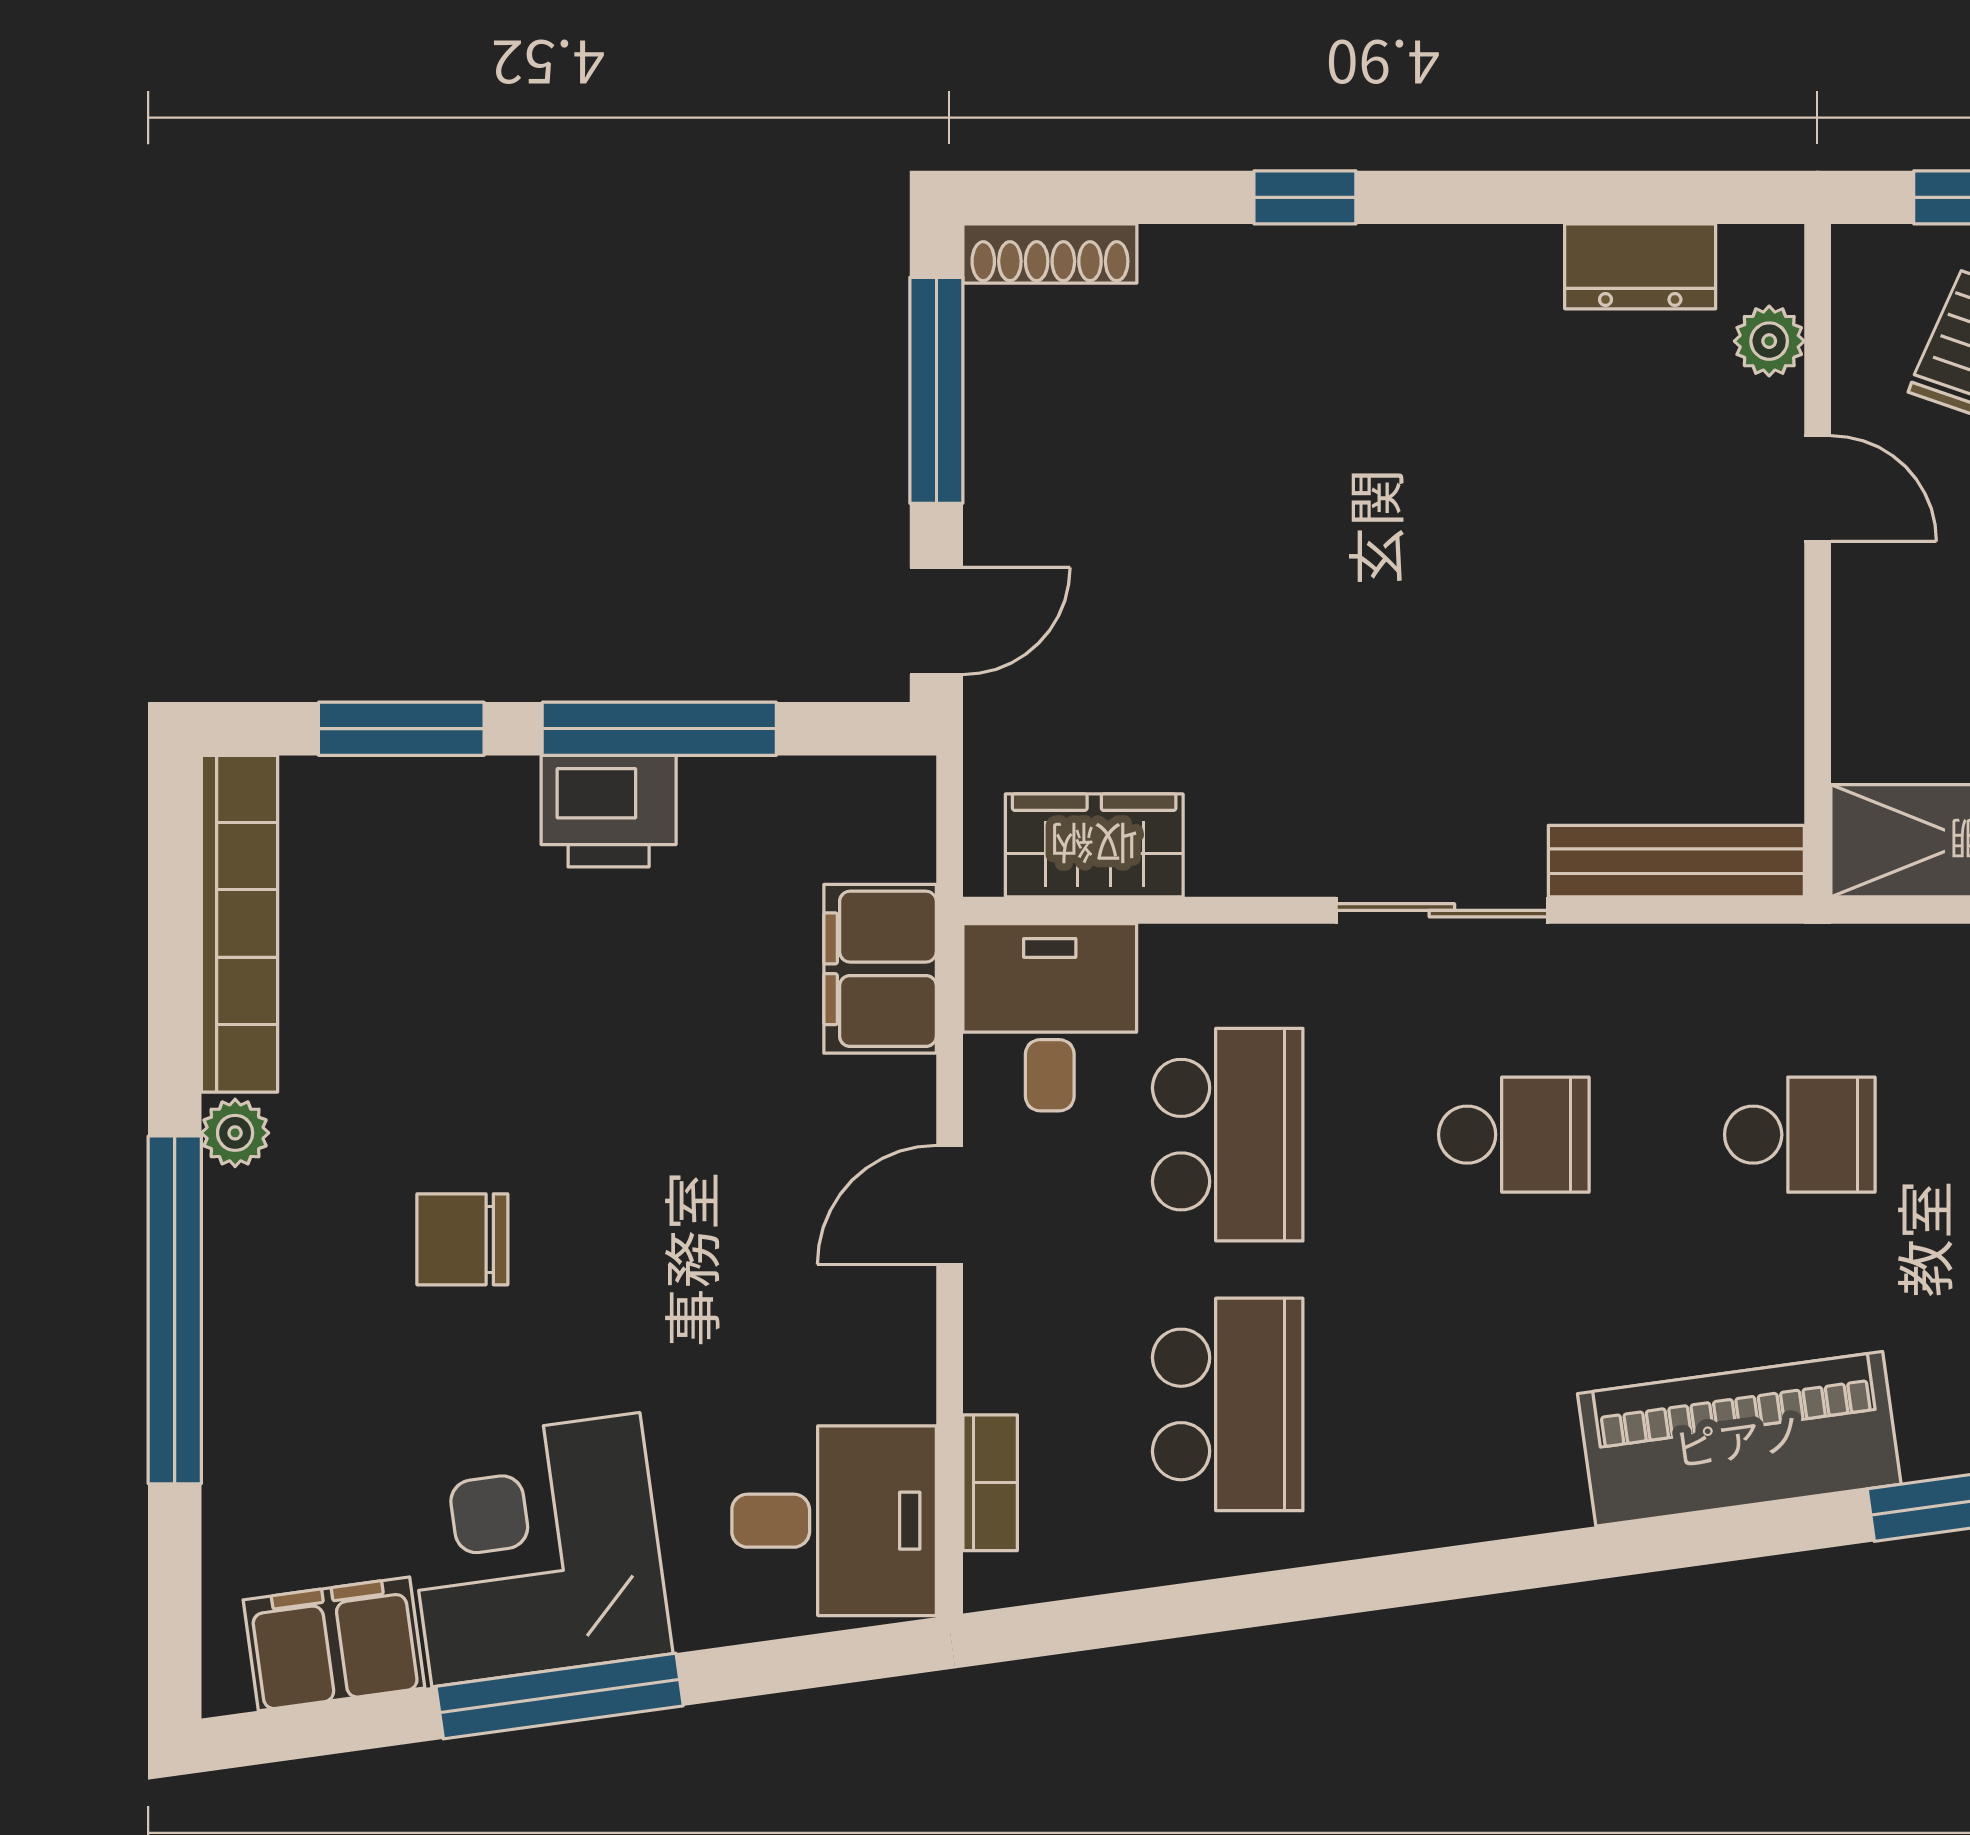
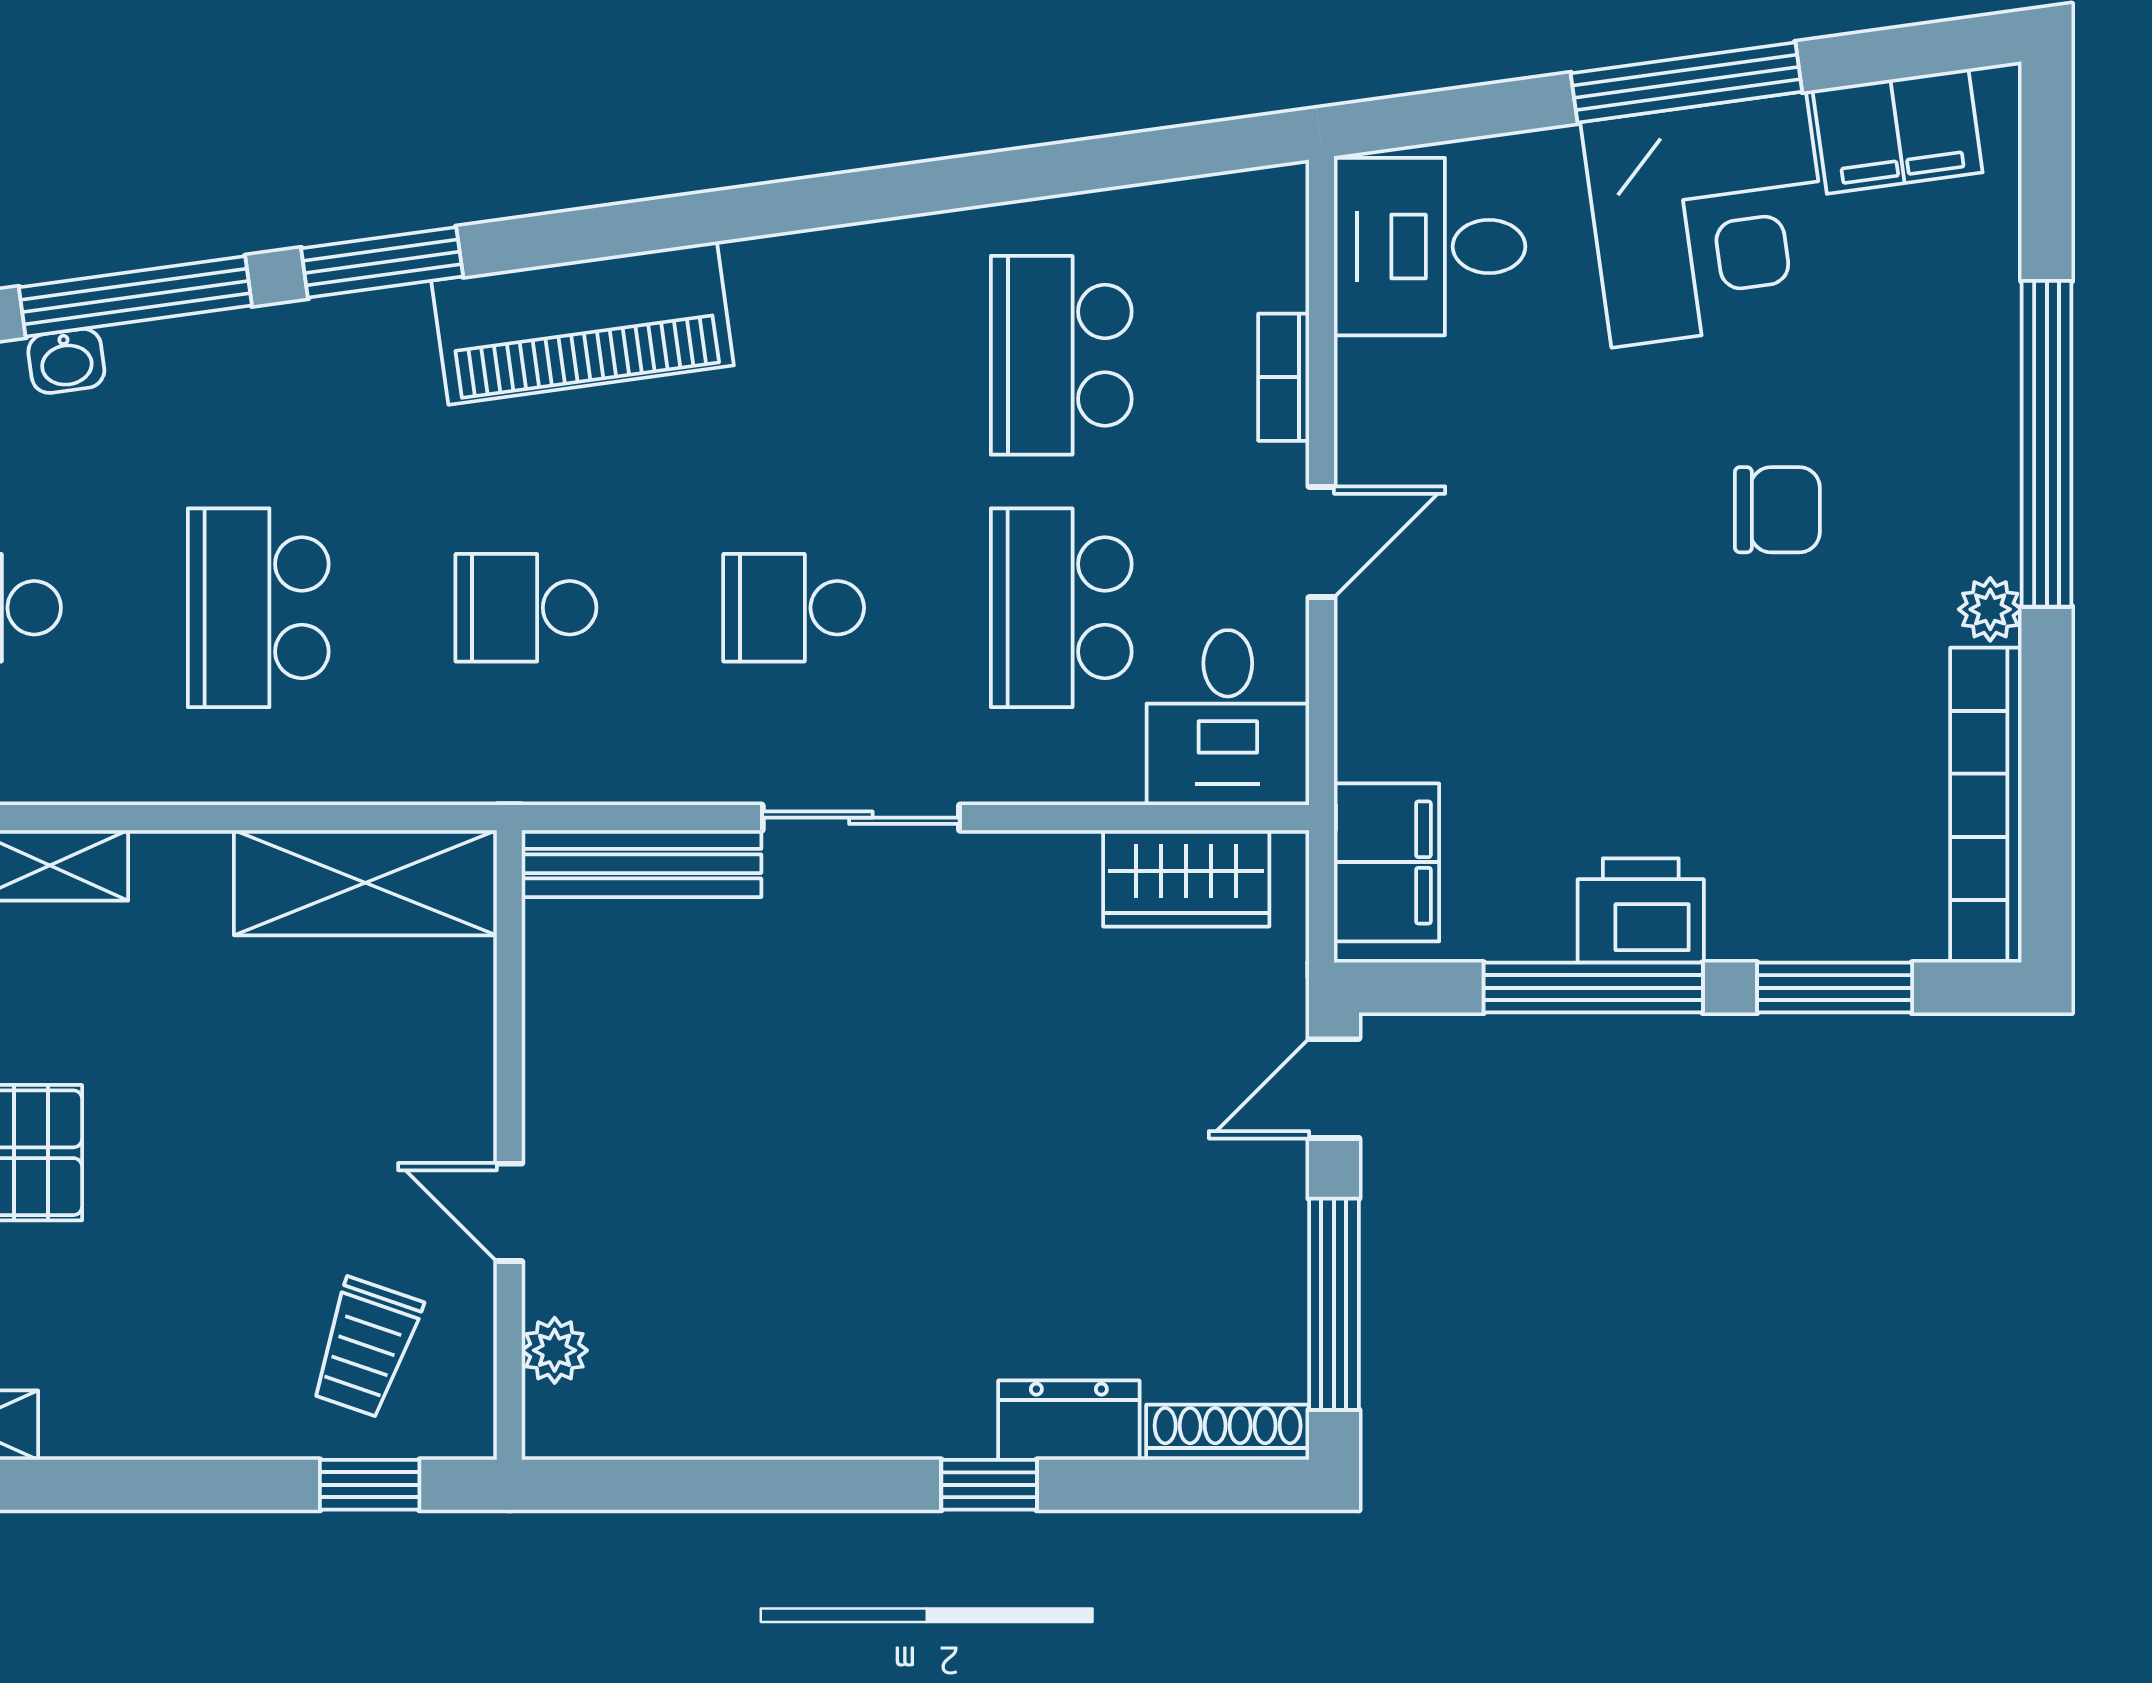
dresser: (1640, 266) -> (1069, 1420), moved
filing cabinet: (880, 969) -> (1387, 862), moved
bookcase: (990, 1483) -> (1284, 377), moved

